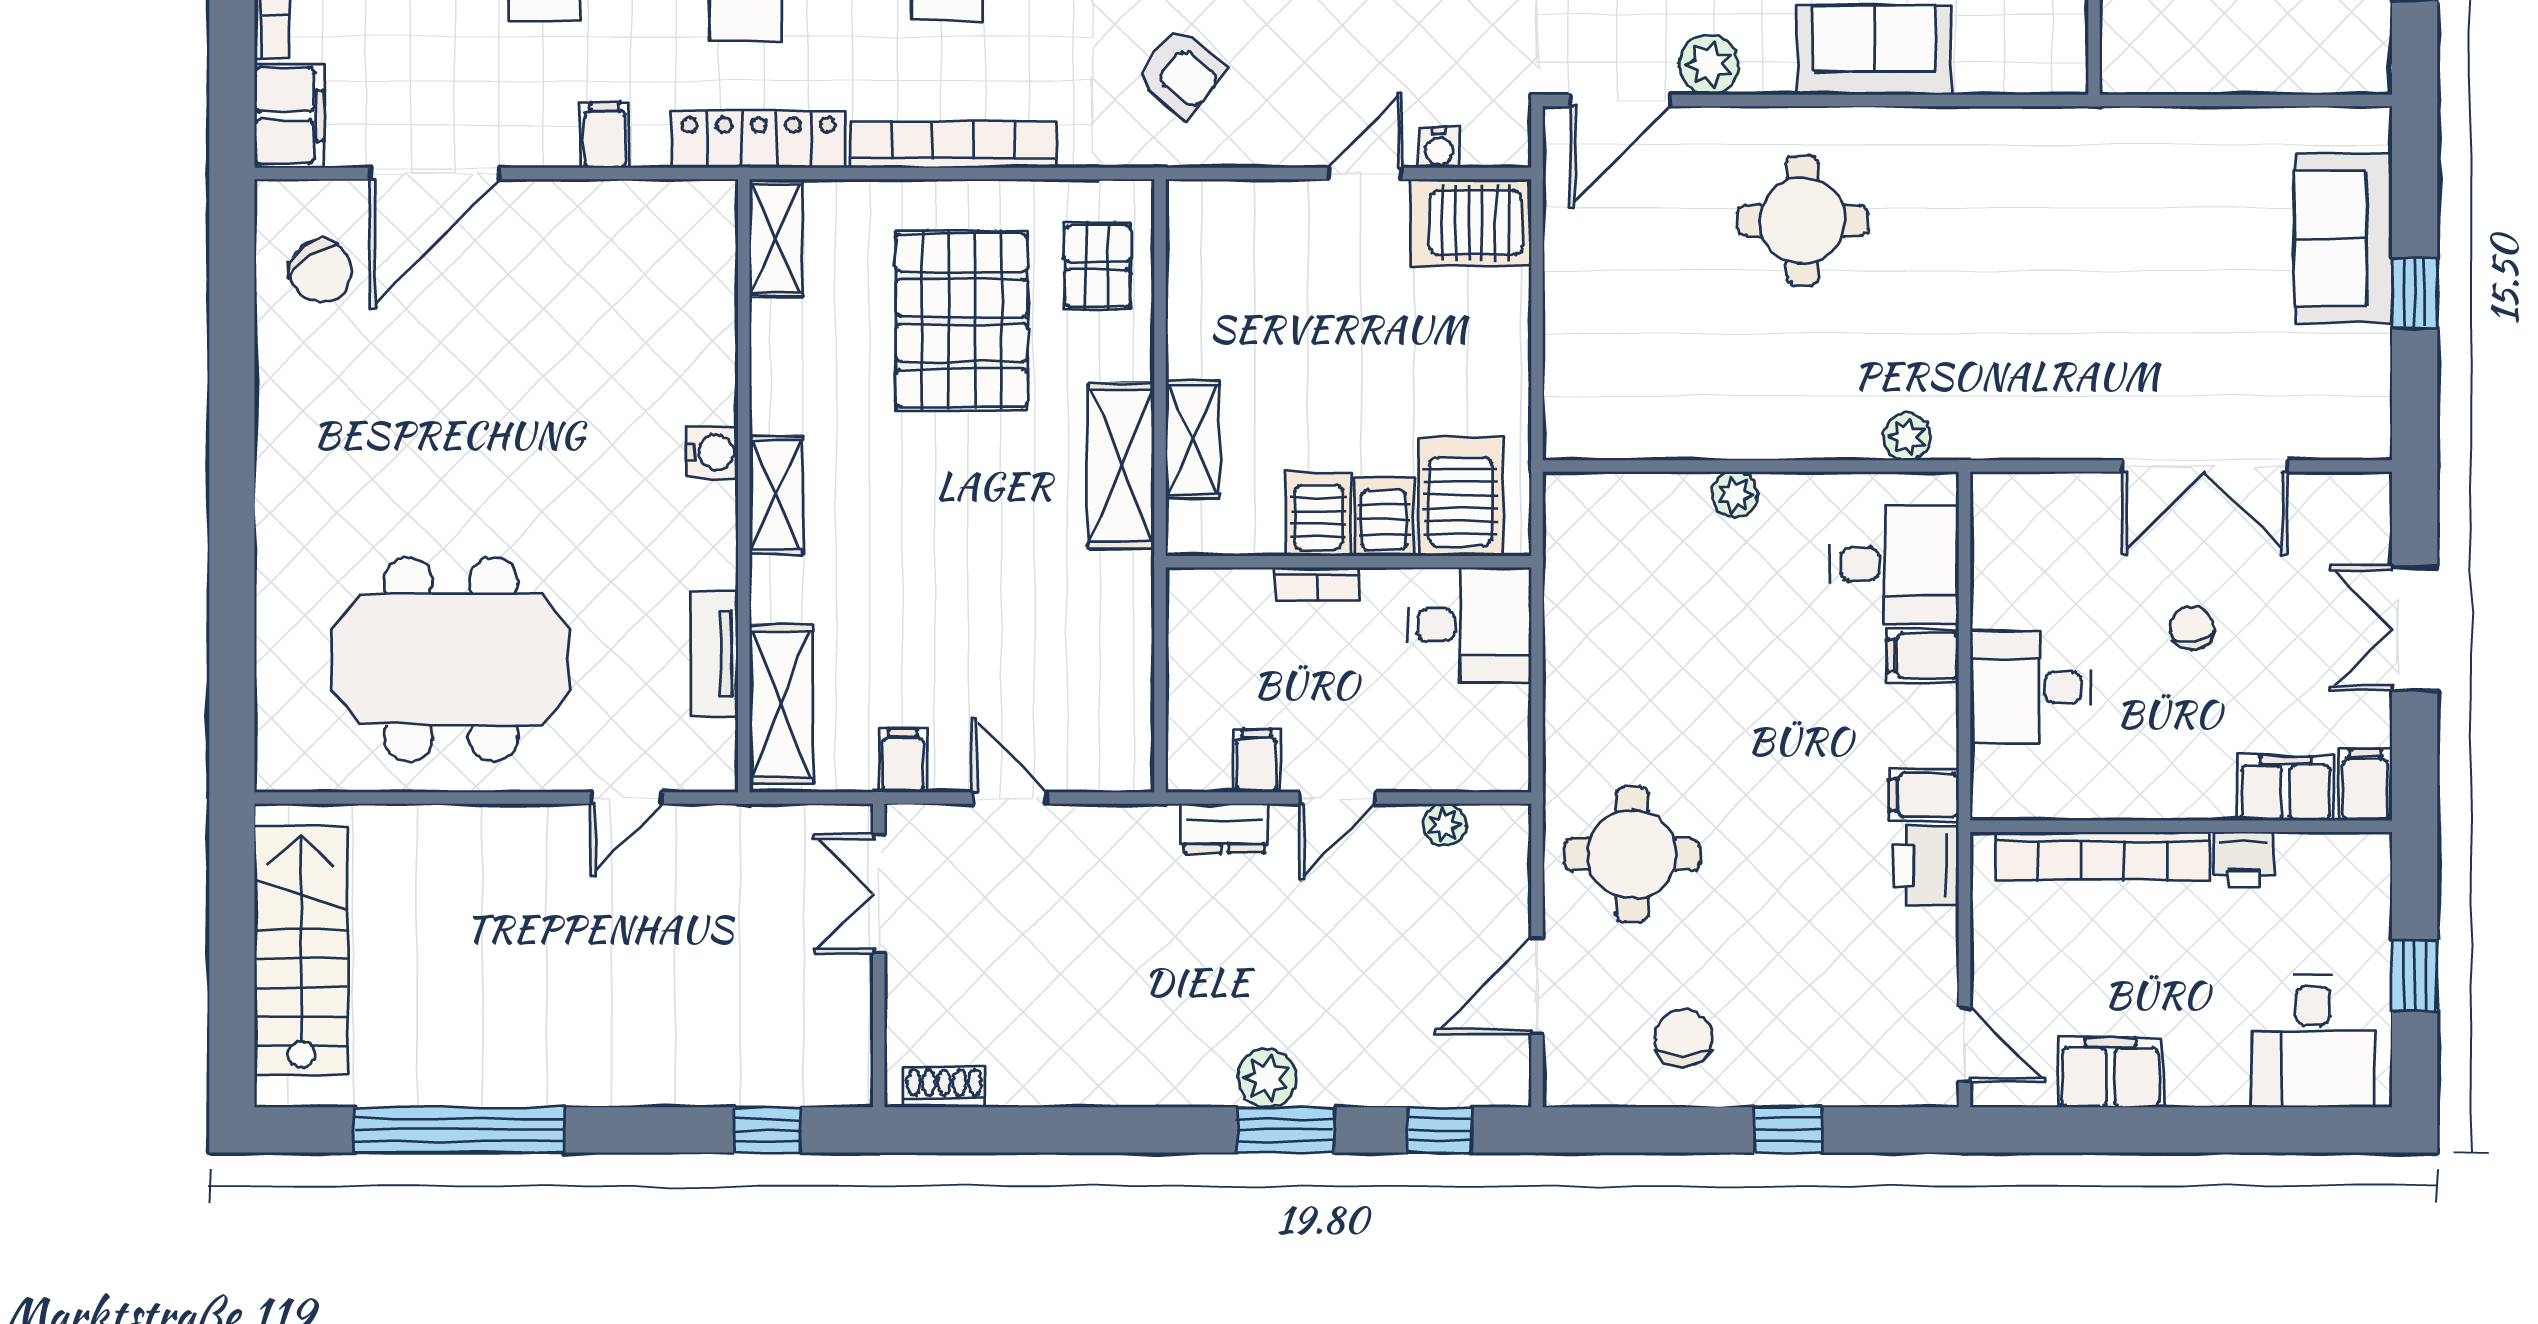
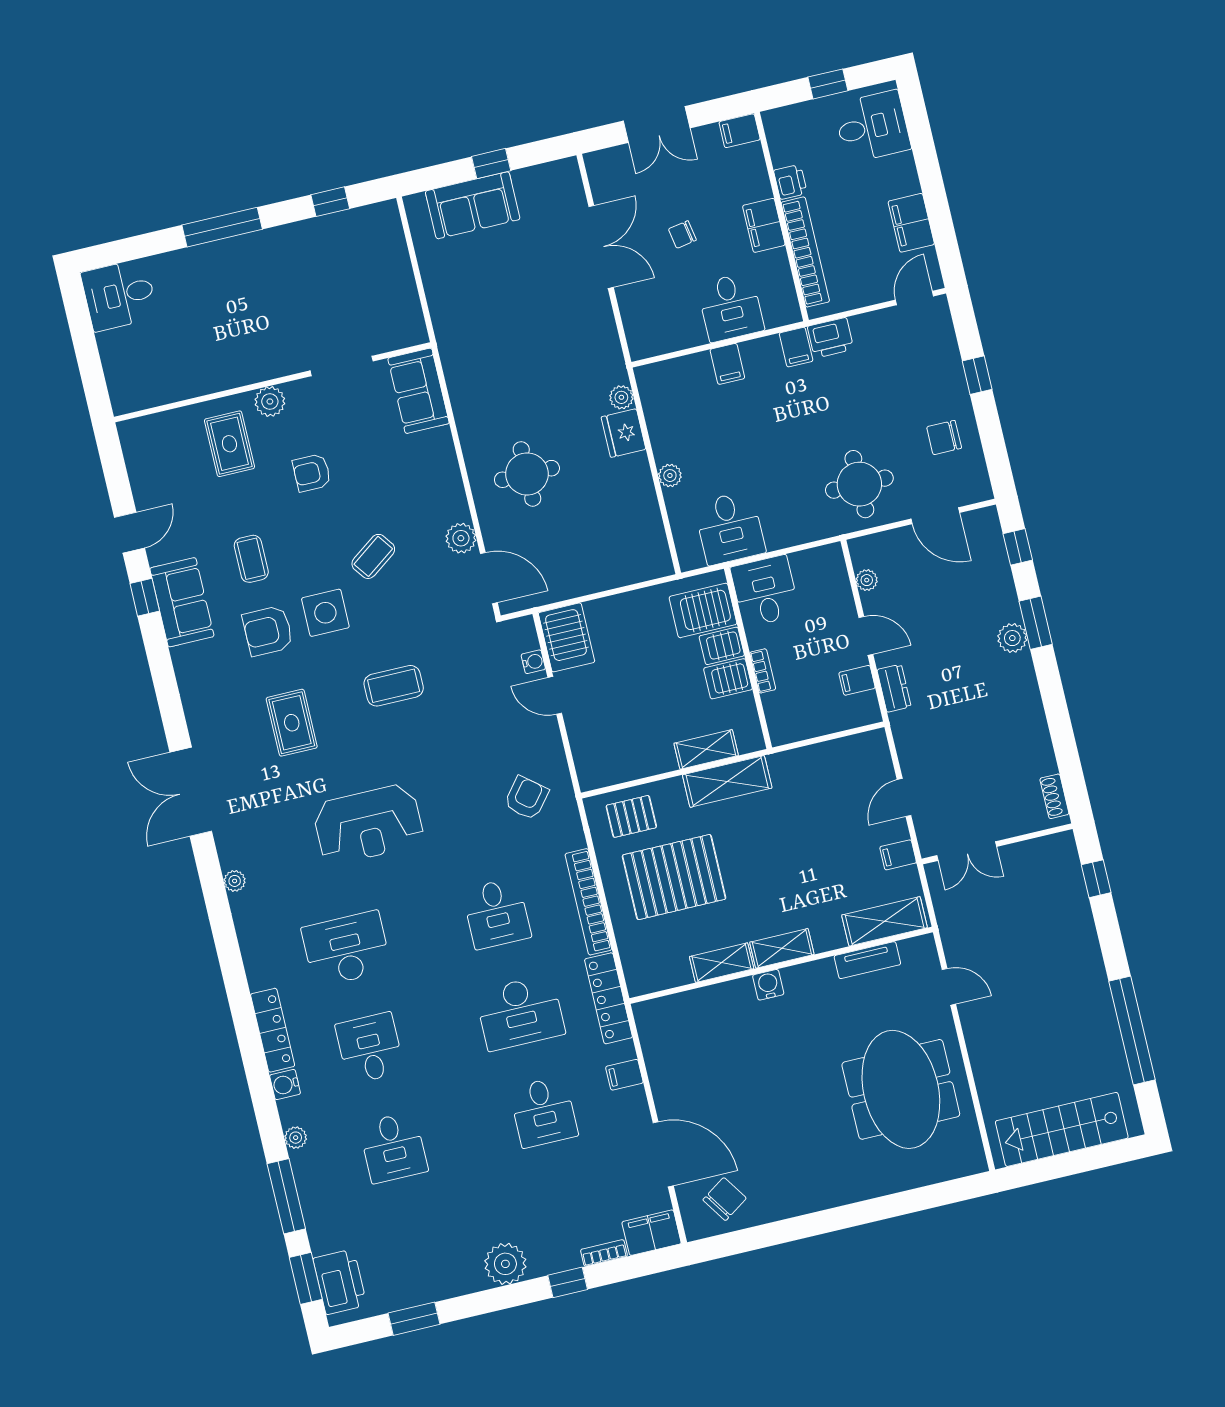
sofa: (1874, 50) -> (419, 391), moved
shelving: (776, 238) -> (722, 963), moved
fridge: (1837, 425) -> (623, 433), added
desk: (1895, 564) -> (730, 528), moved, turned 180
filing cabinet: (2286, 788) -> (764, 225), moved

